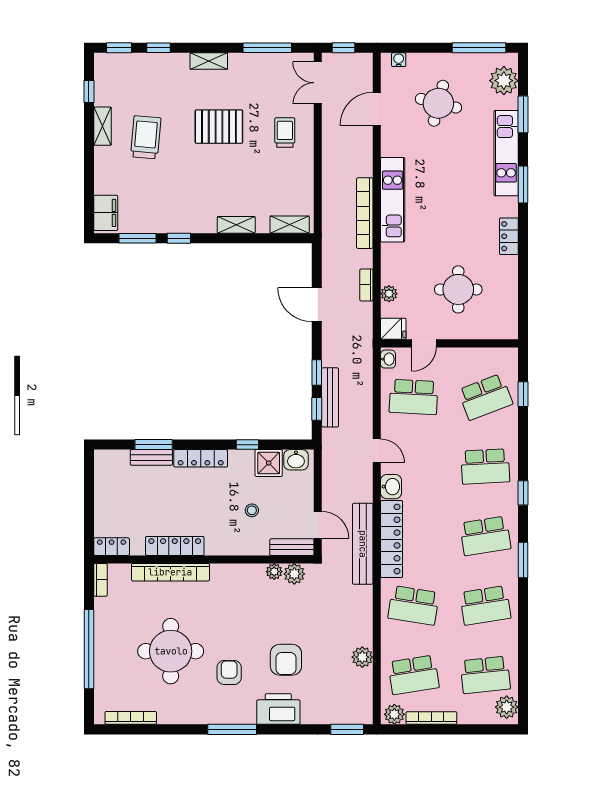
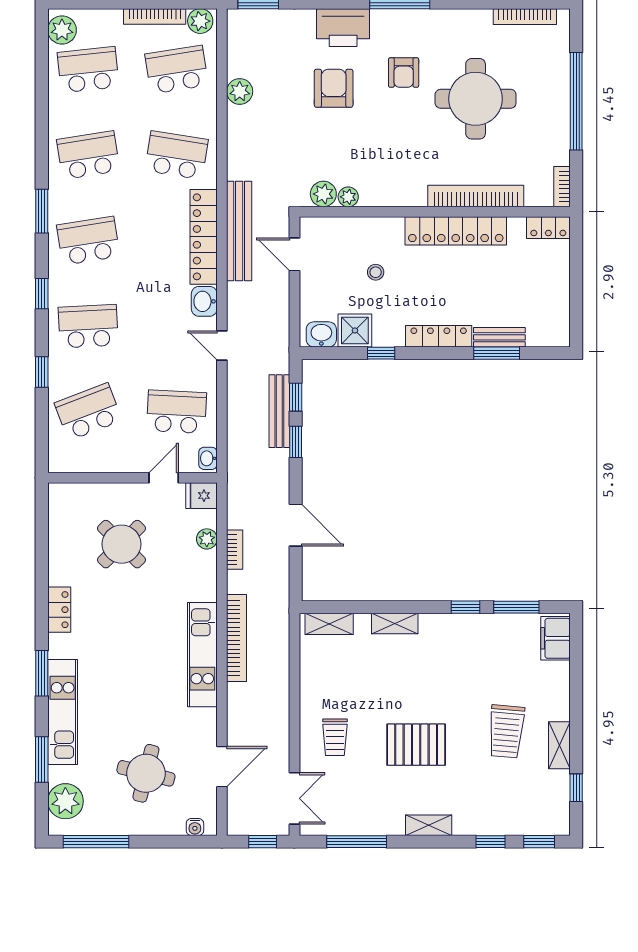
round table: (458, 289) -> (122, 544), turned 45
window: (523, 394) -> (42, 372), moved
locker: (175, 546) -> (456, 231), width x1.41, depth x1.21
bench: (292, 547) -> (326, 227), removed

